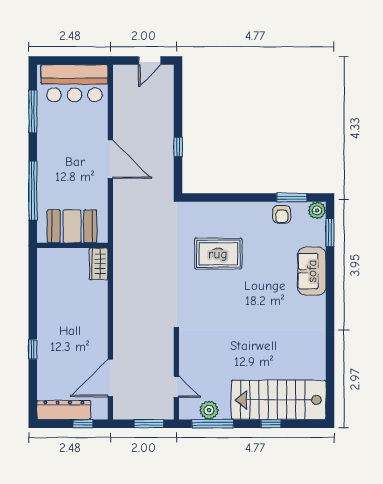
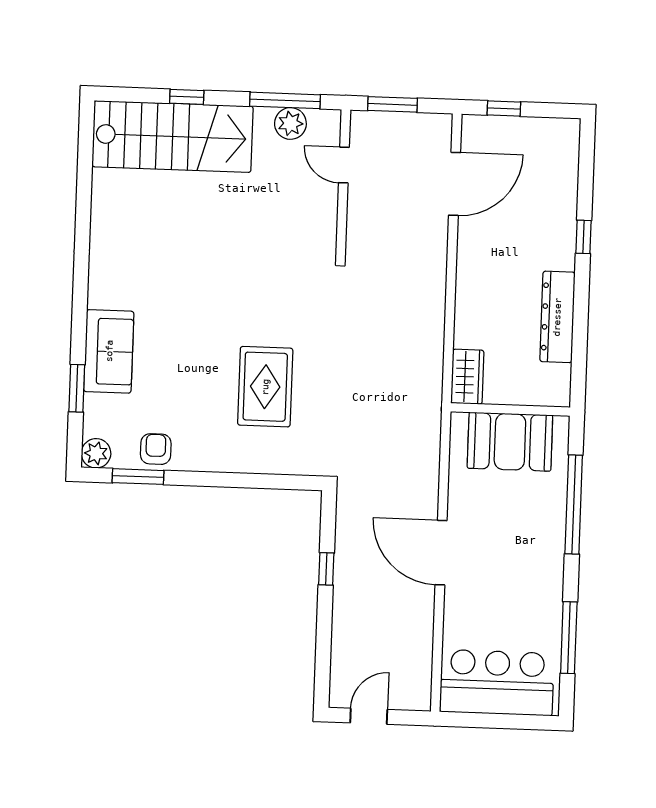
window: (330, 232) -> (77, 388), moved
rug: (218, 254) -> (265, 387), turned 90
dresser: (64, 410) -> (557, 317), moved, turned 90

